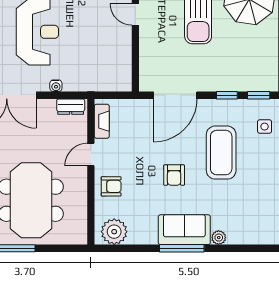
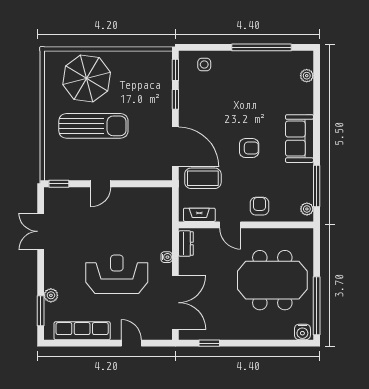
coffee table: (221, 153) -> (203, 178), moved, width x0.73, depth x0.76
plant: (114, 232) -> (307, 209), width x0.53, depth x0.53
plant: (219, 238) -> (307, 76), moved
window: (182, 248) -> (317, 186), moved

